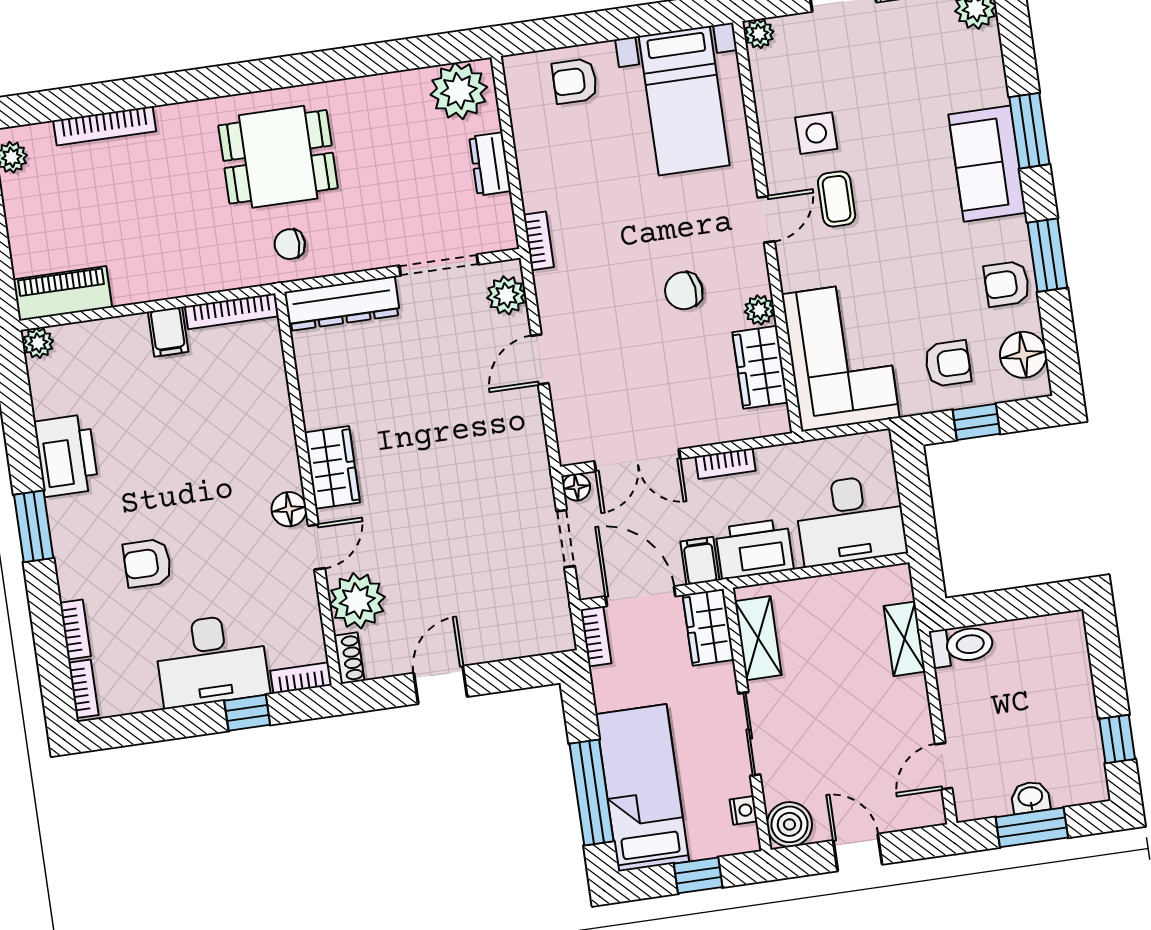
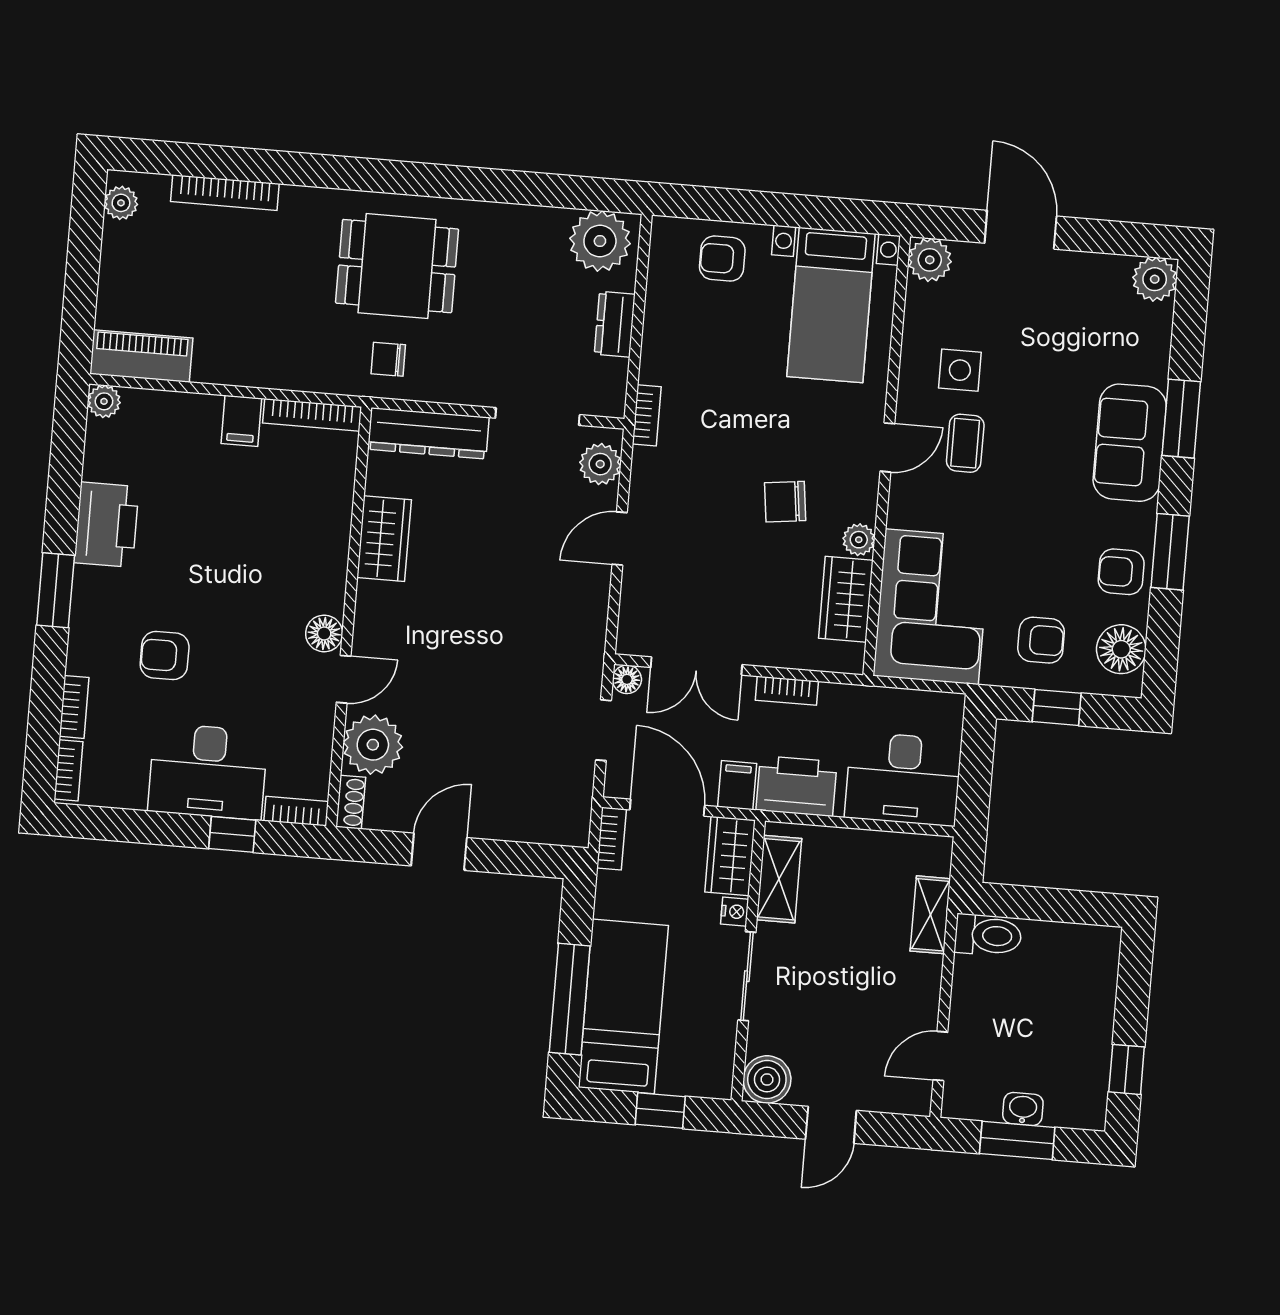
plant: (759, 34) -> (930, 260), width x1.38, depth x1.38
wardrobe: (332, 467) -> (384, 539), moved
nightstand: (743, 810) -> (735, 912), moved
door: (858, 852) -> (831, 1125), swing flipped

